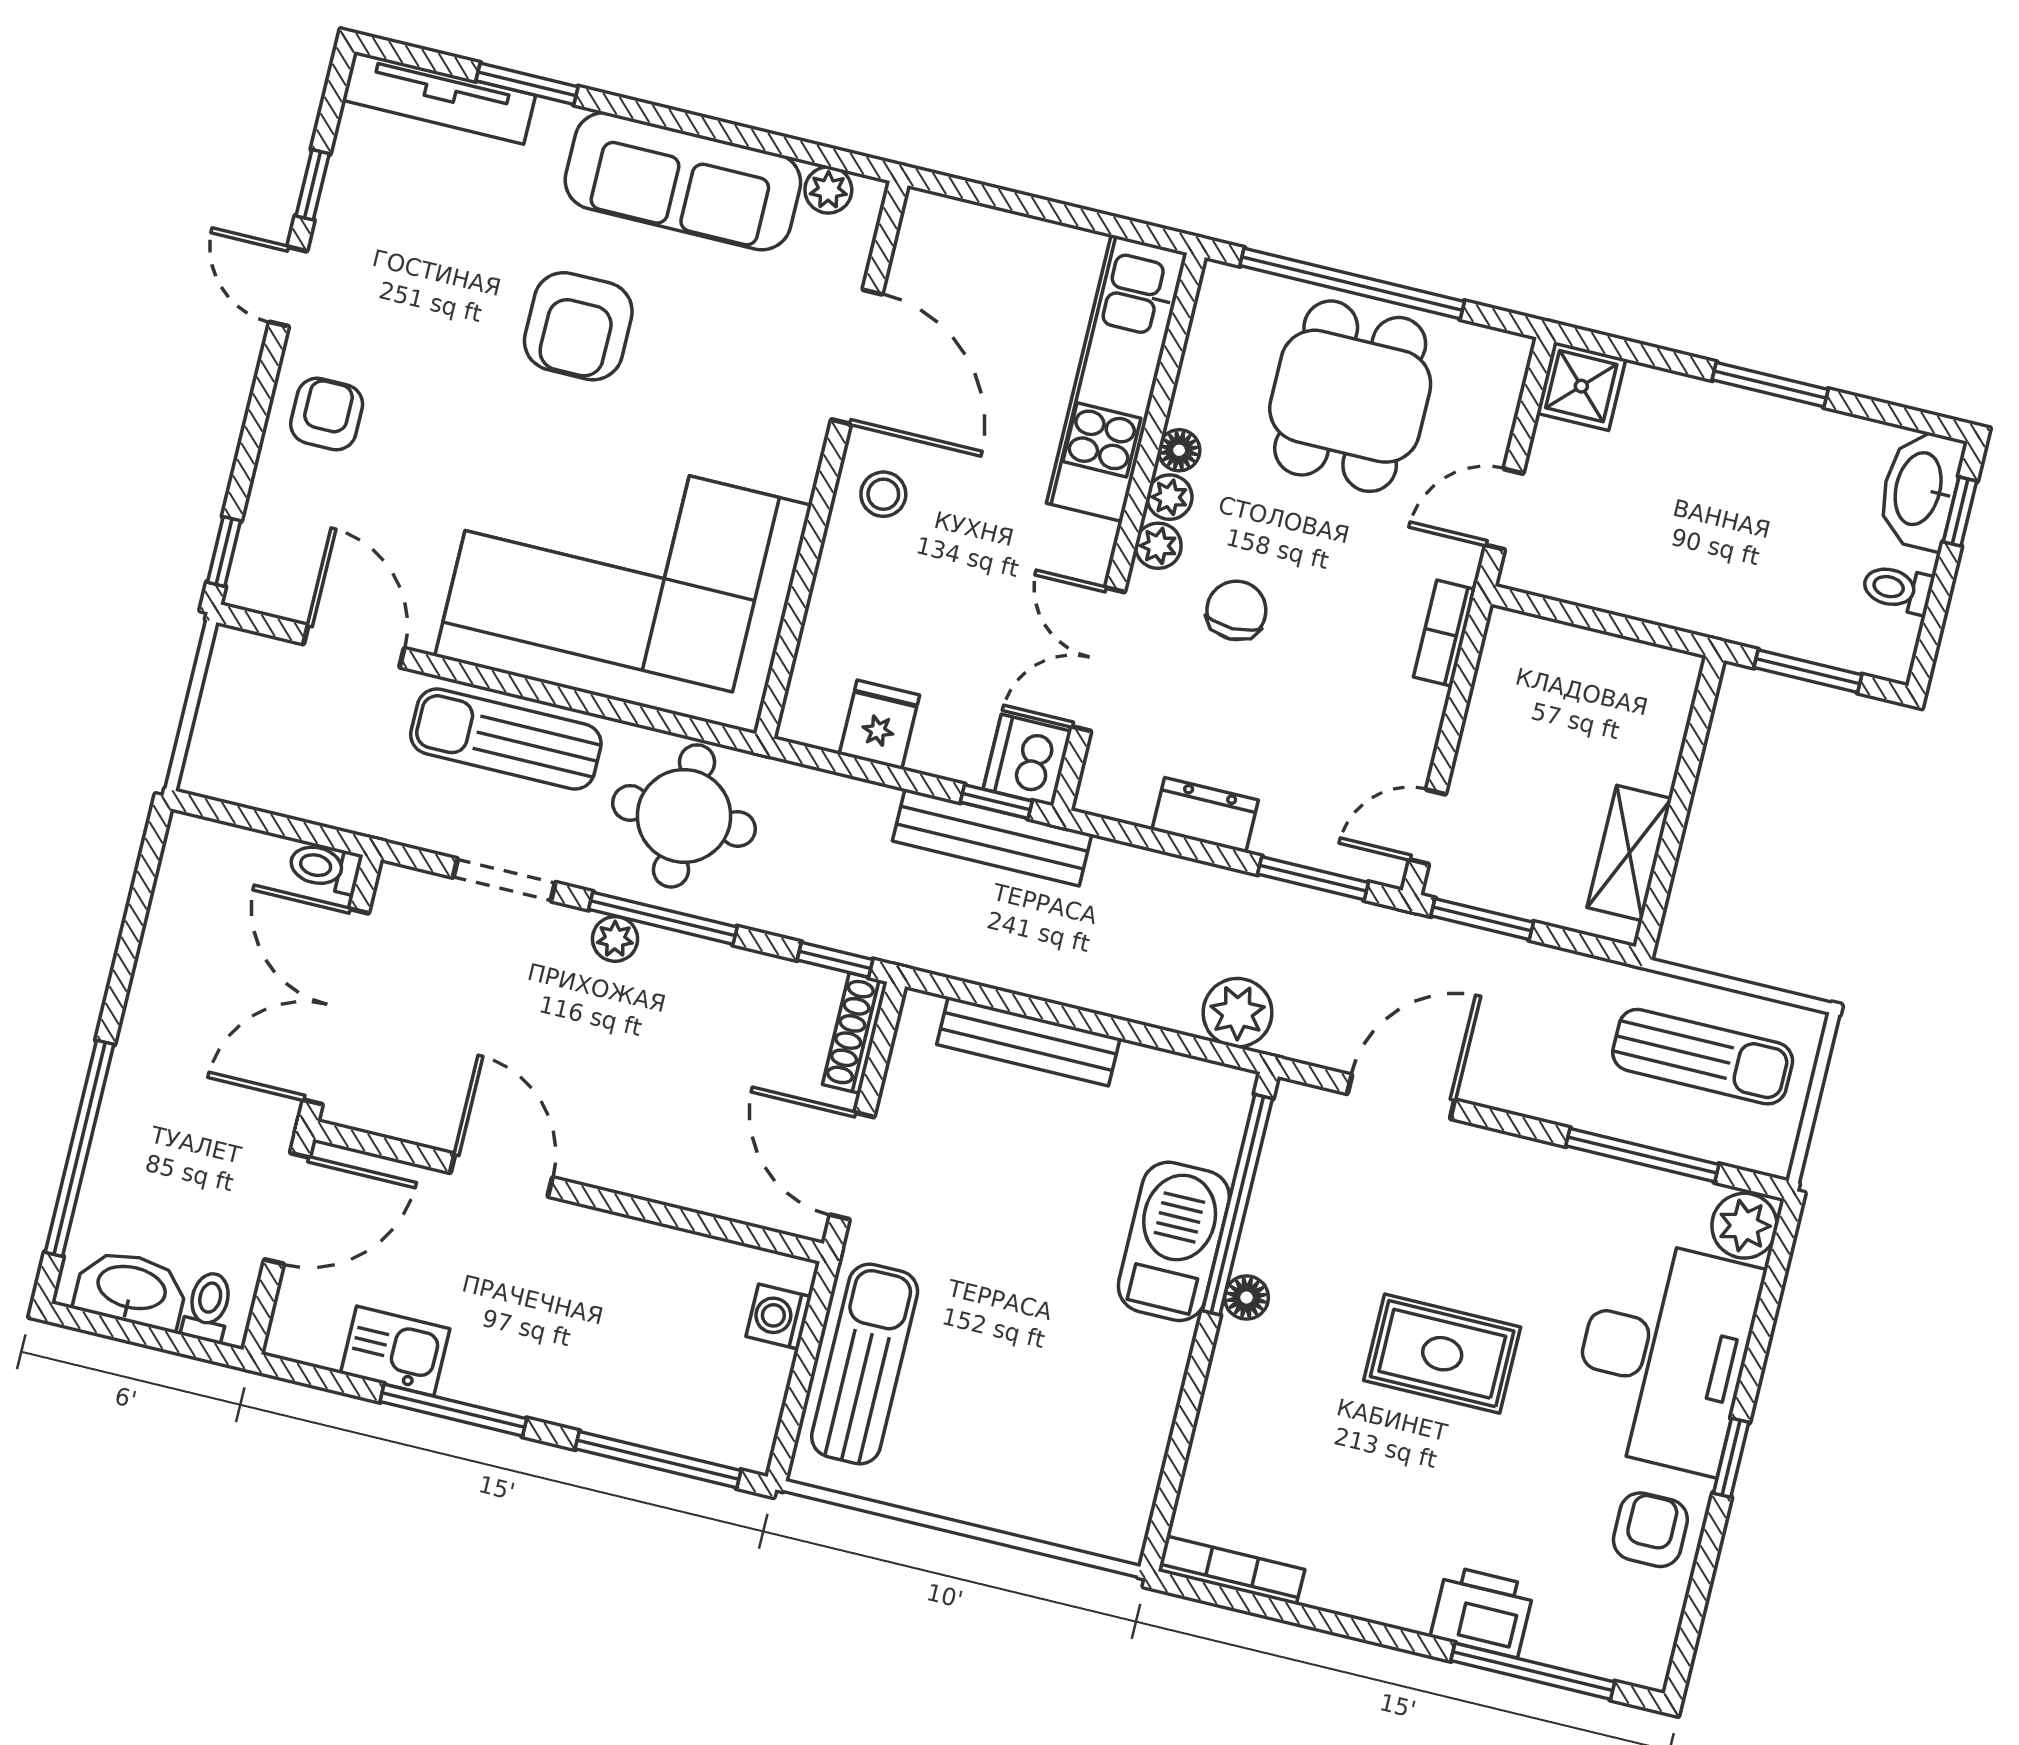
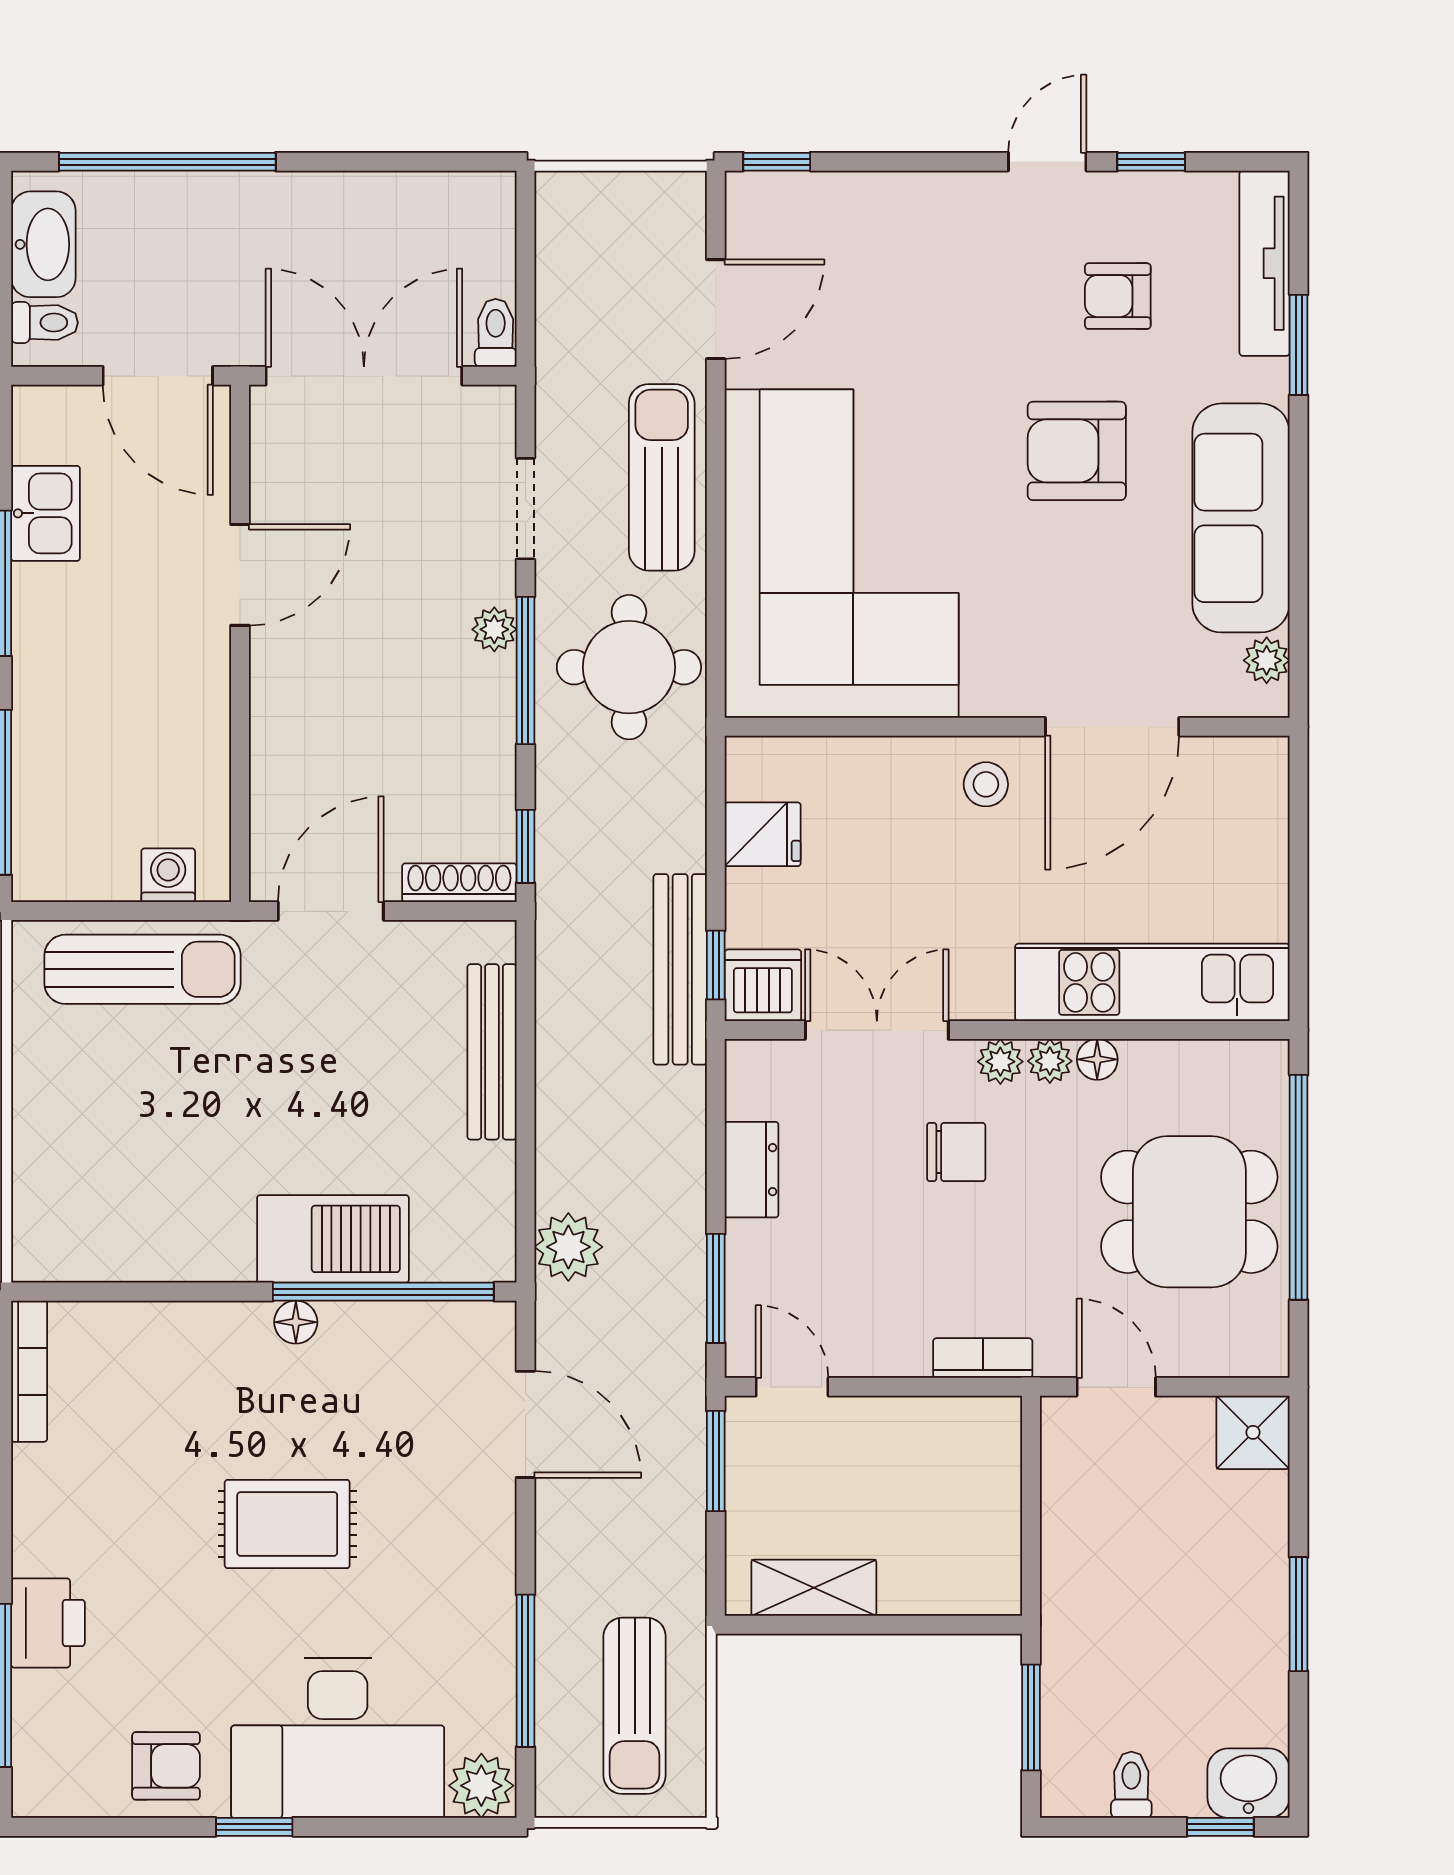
armchair: (327, 414) -> (1118, 296), moved, turned 180
washbasin: (1920, 489) -> (1249, 1783), width x0.72
rug: (1442, 1354) -> (287, 1524), turned 90

